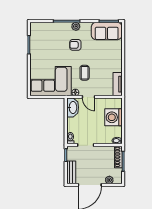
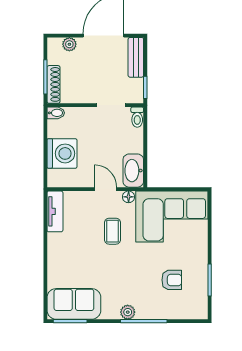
armchair: (75, 45) -> (172, 280), moved

